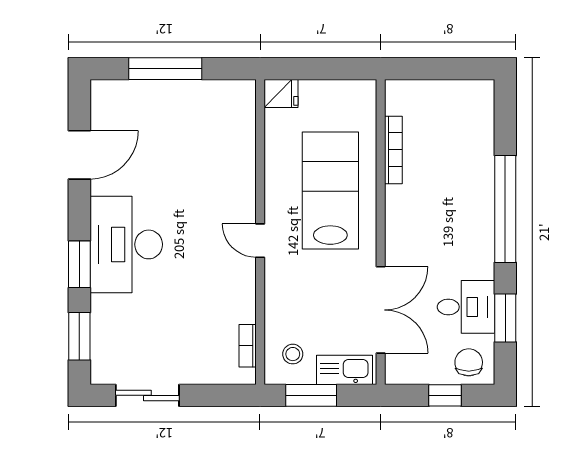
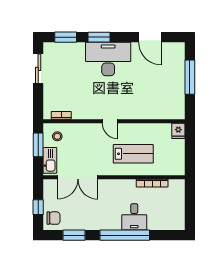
lab bench: (330, 191) -> (133, 154), width x0.73, depth x0.72
door: (260, 241) -> (110, 121), swing flipped
desk: (466, 307) -> (134, 217), moved

